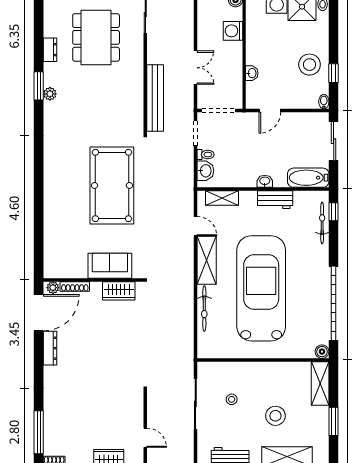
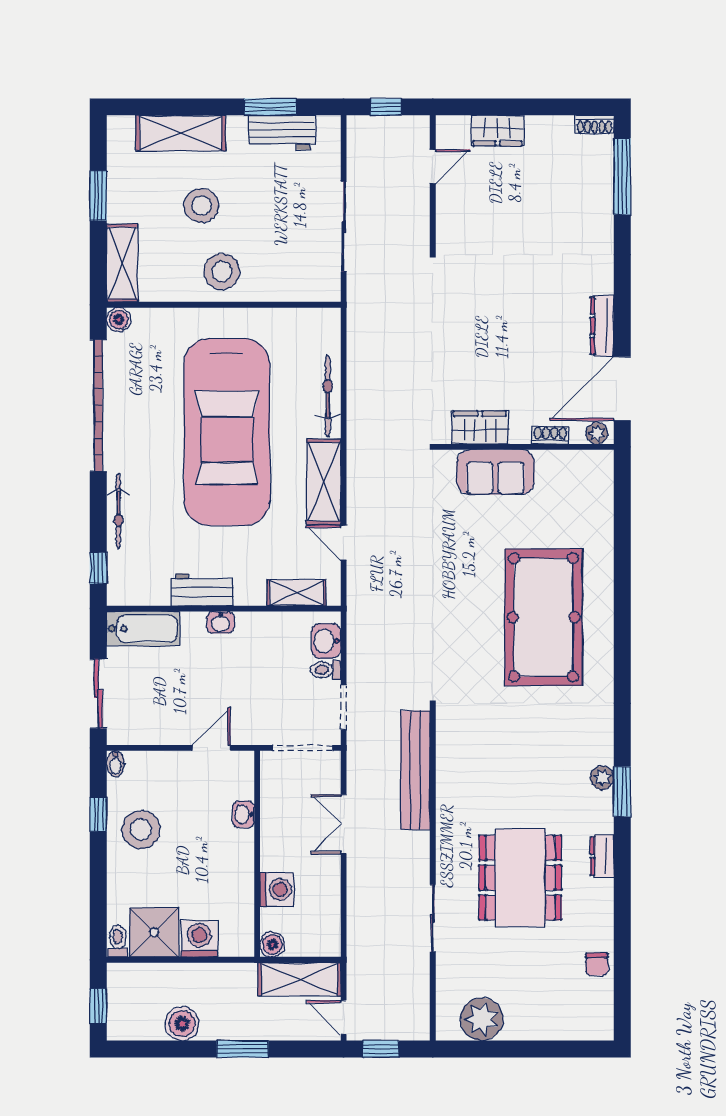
pool table: (112, 185) -> (543, 617), moved
bicycle: (322, 223) -> (119, 511), moved
shoe rack: (75, 286) -> (550, 435), width x0.70
stool: (232, 399) -> (222, 271), moved, width x1.89, depth x1.89
door: (145, 438) -> (433, 167), swing flipped

